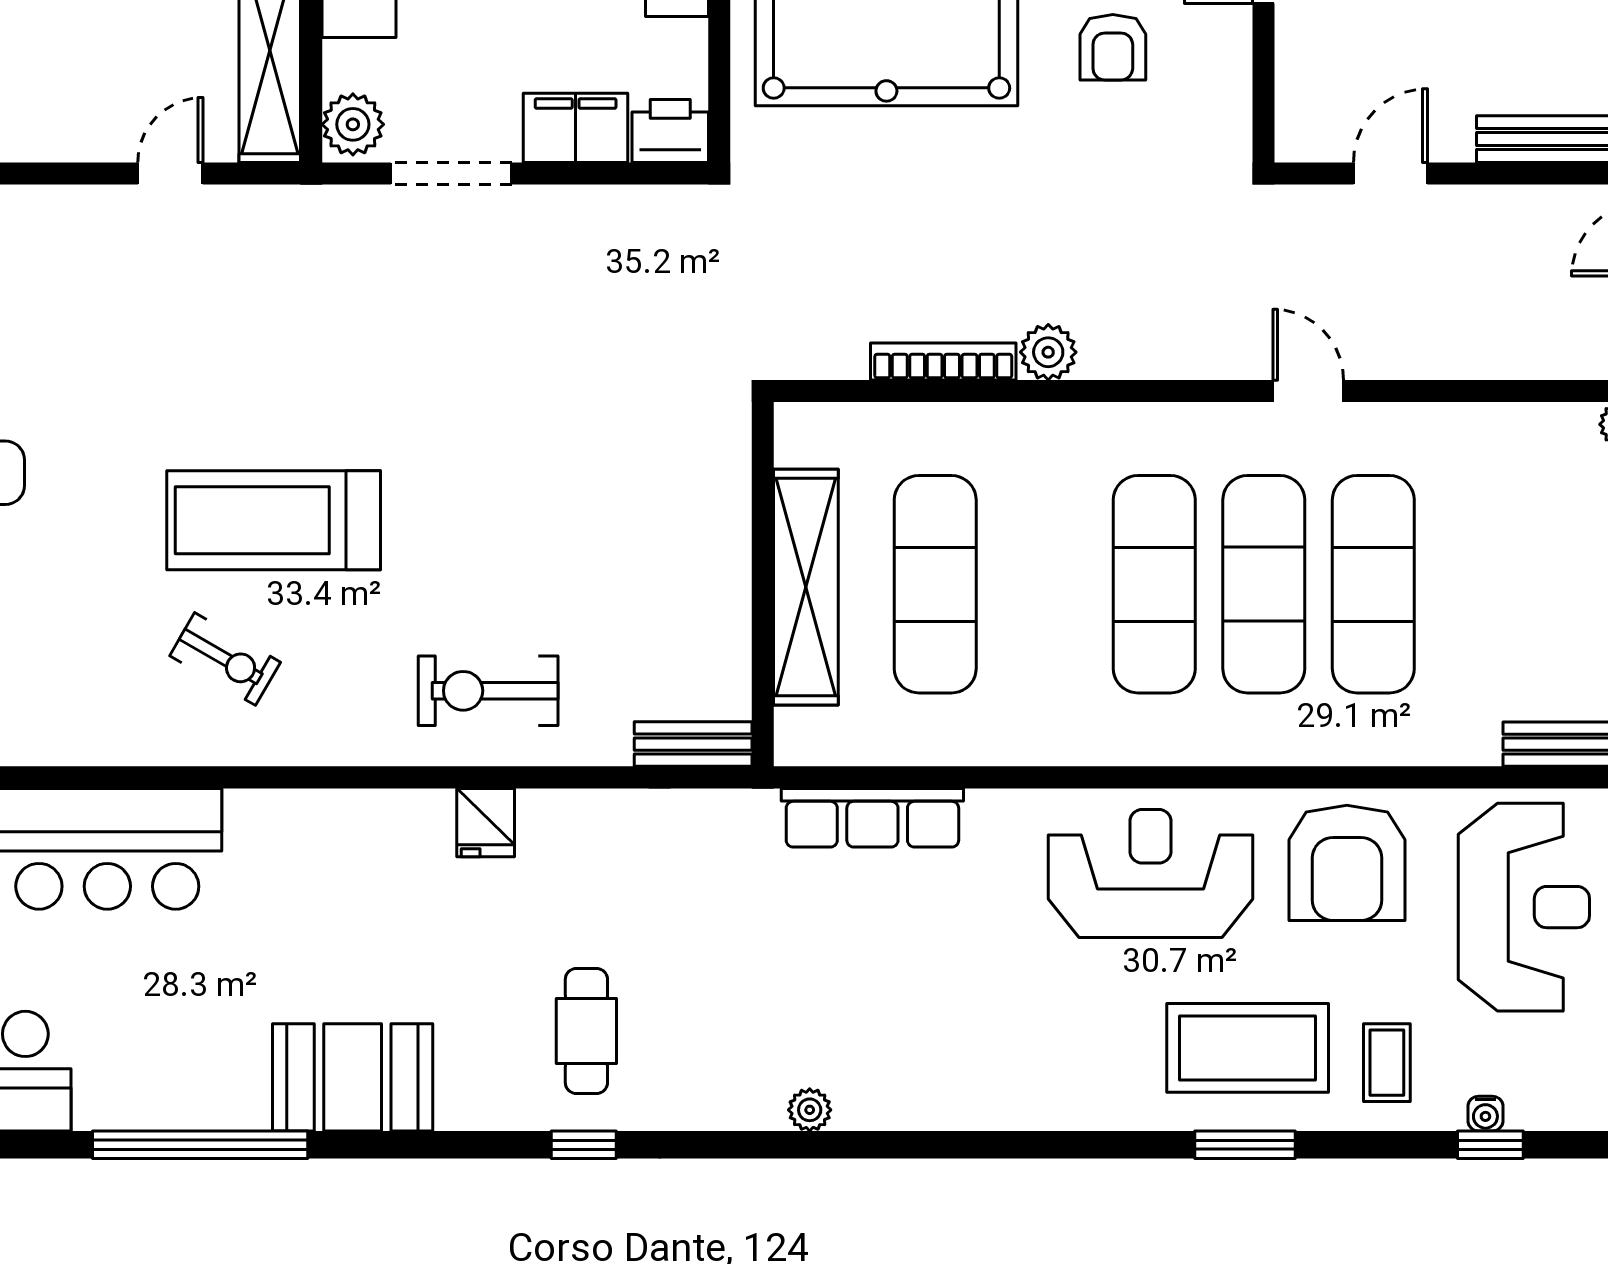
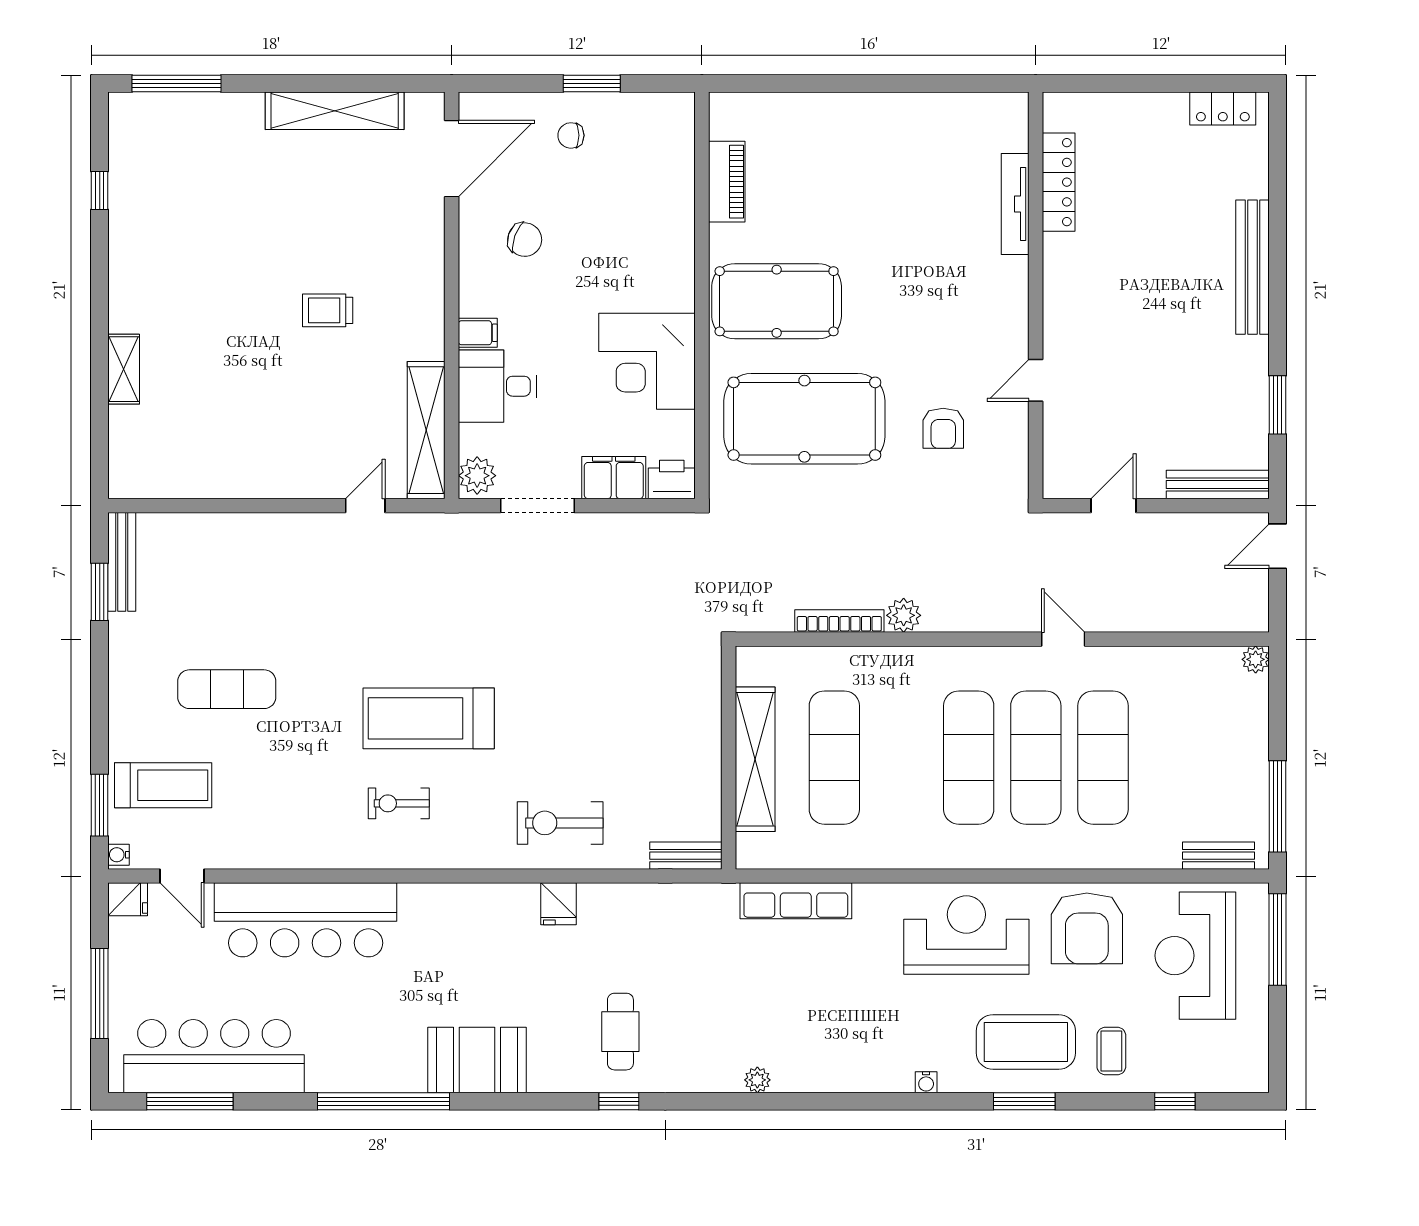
exercise bike: (225, 659) -> (399, 803), turned 150
reception desk: (1524, 907) -> (1195, 956), turned 180
water cooler: (1485, 1114) -> (926, 1082), moved

